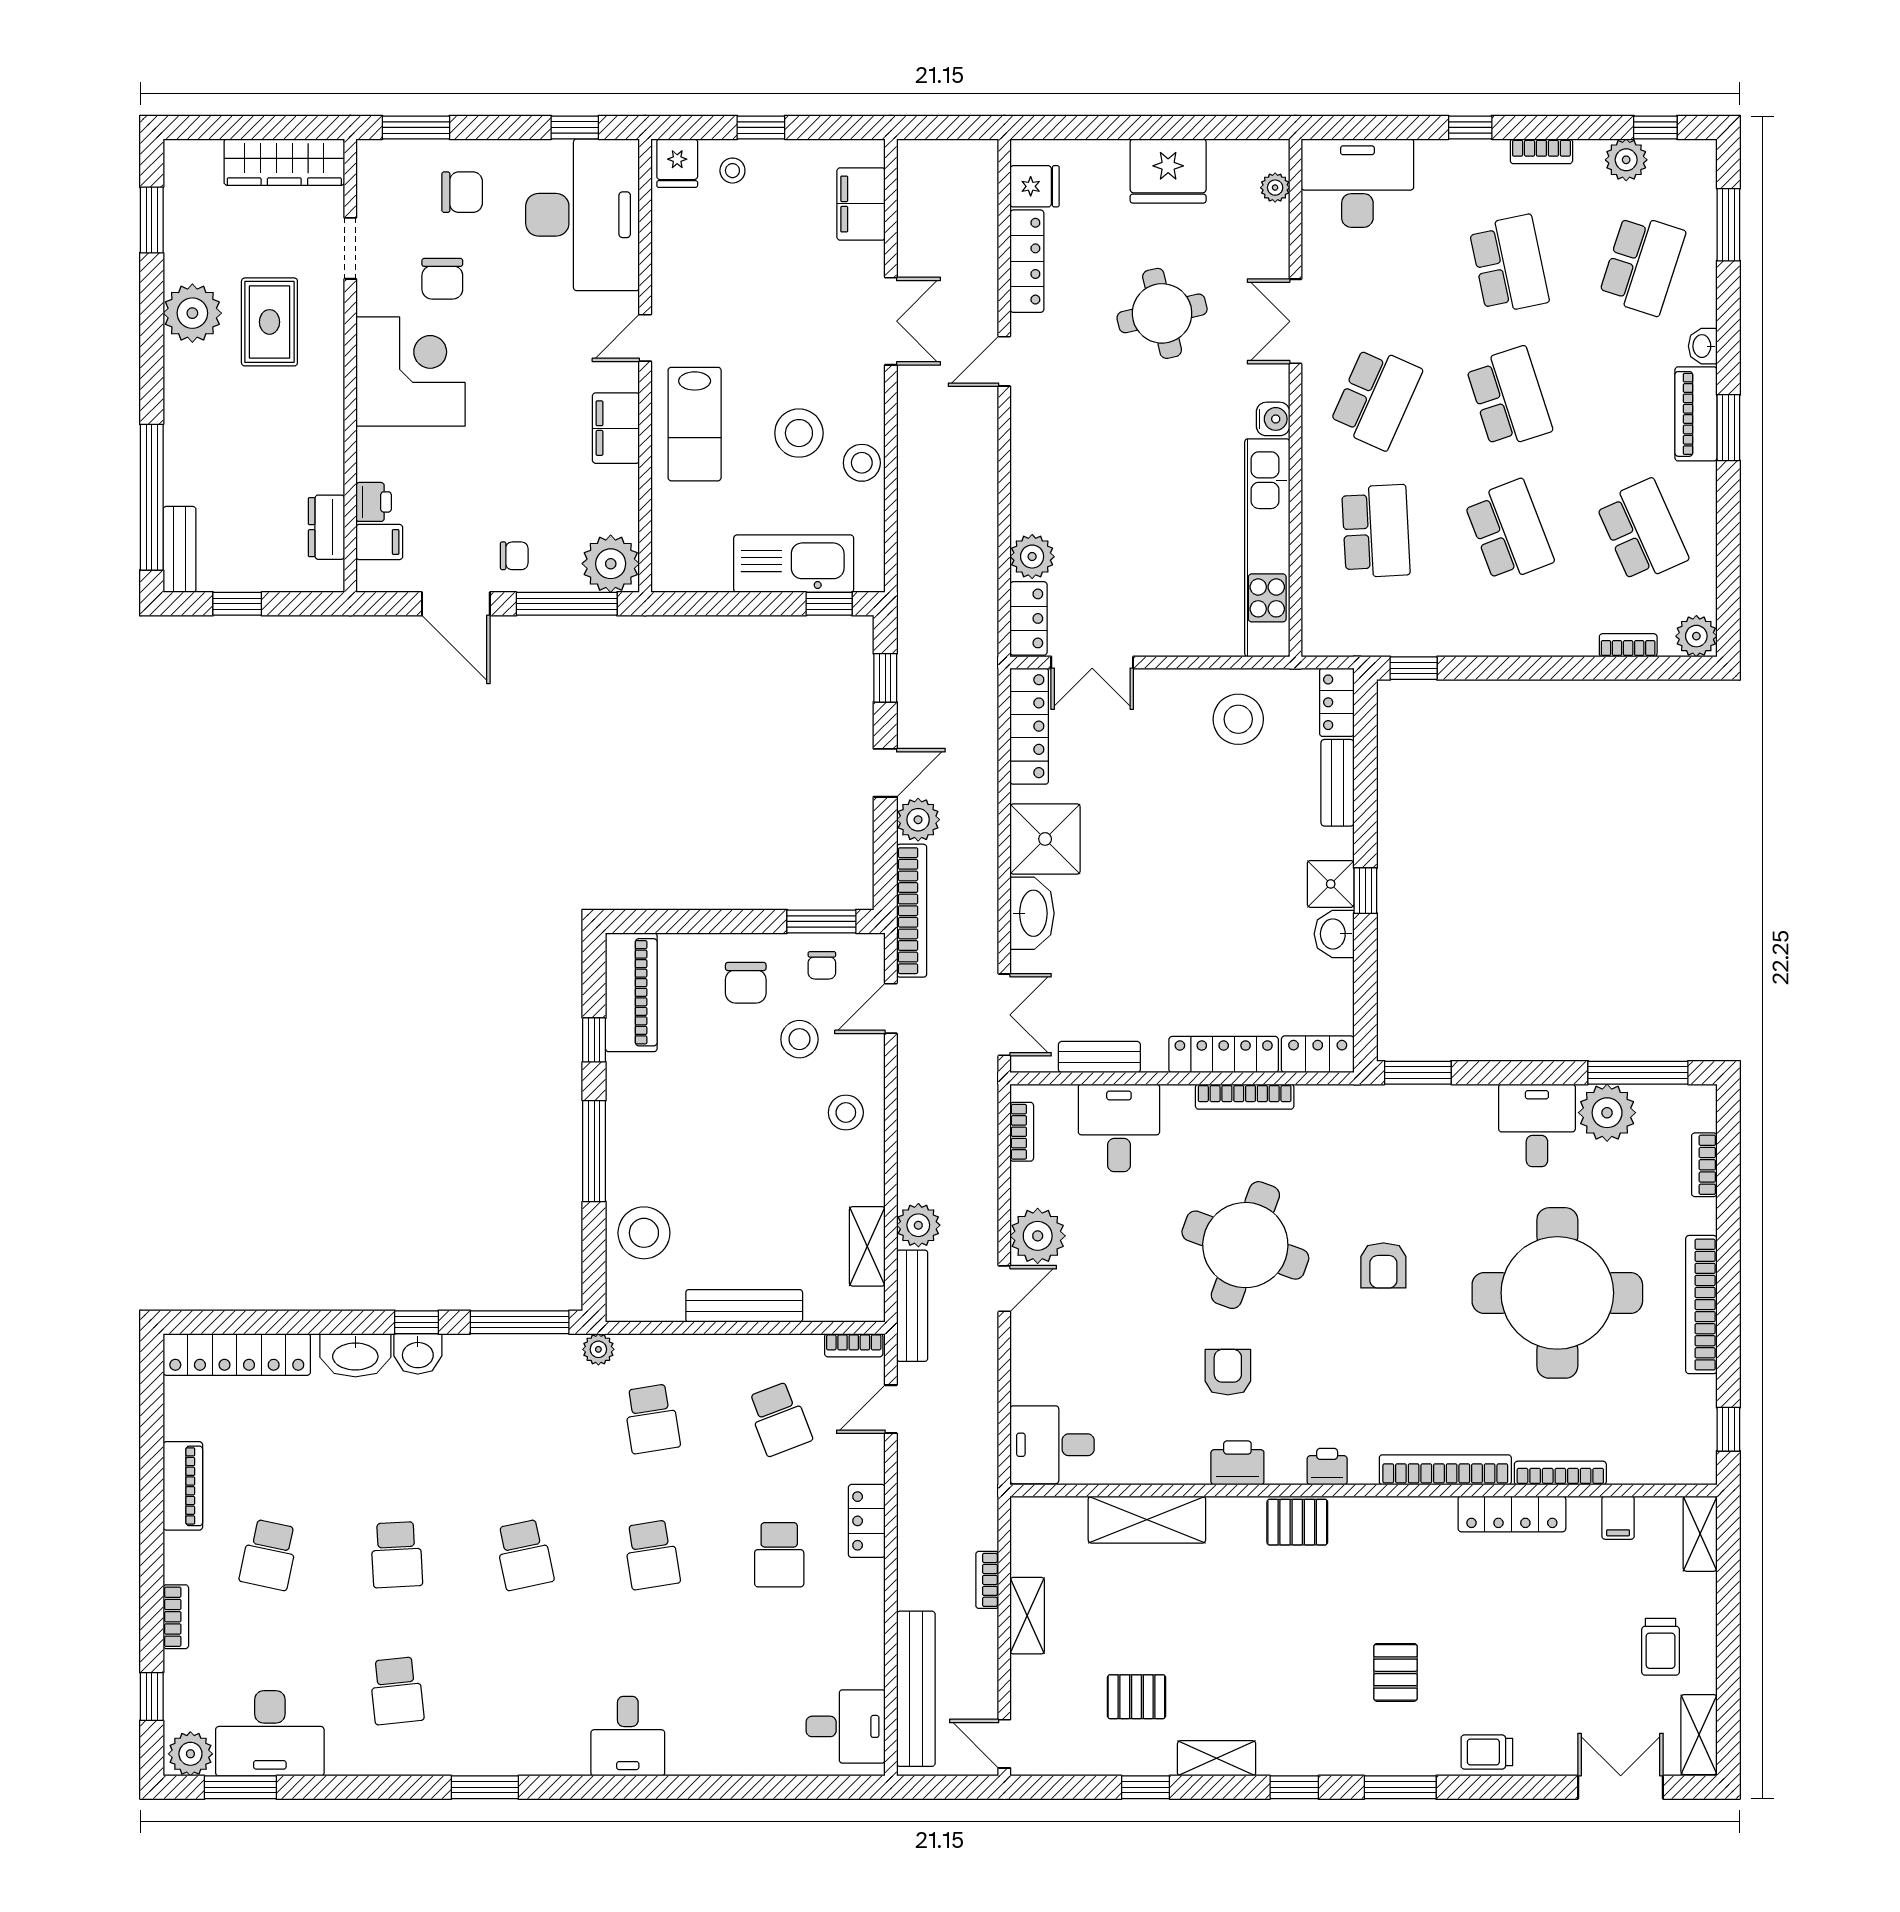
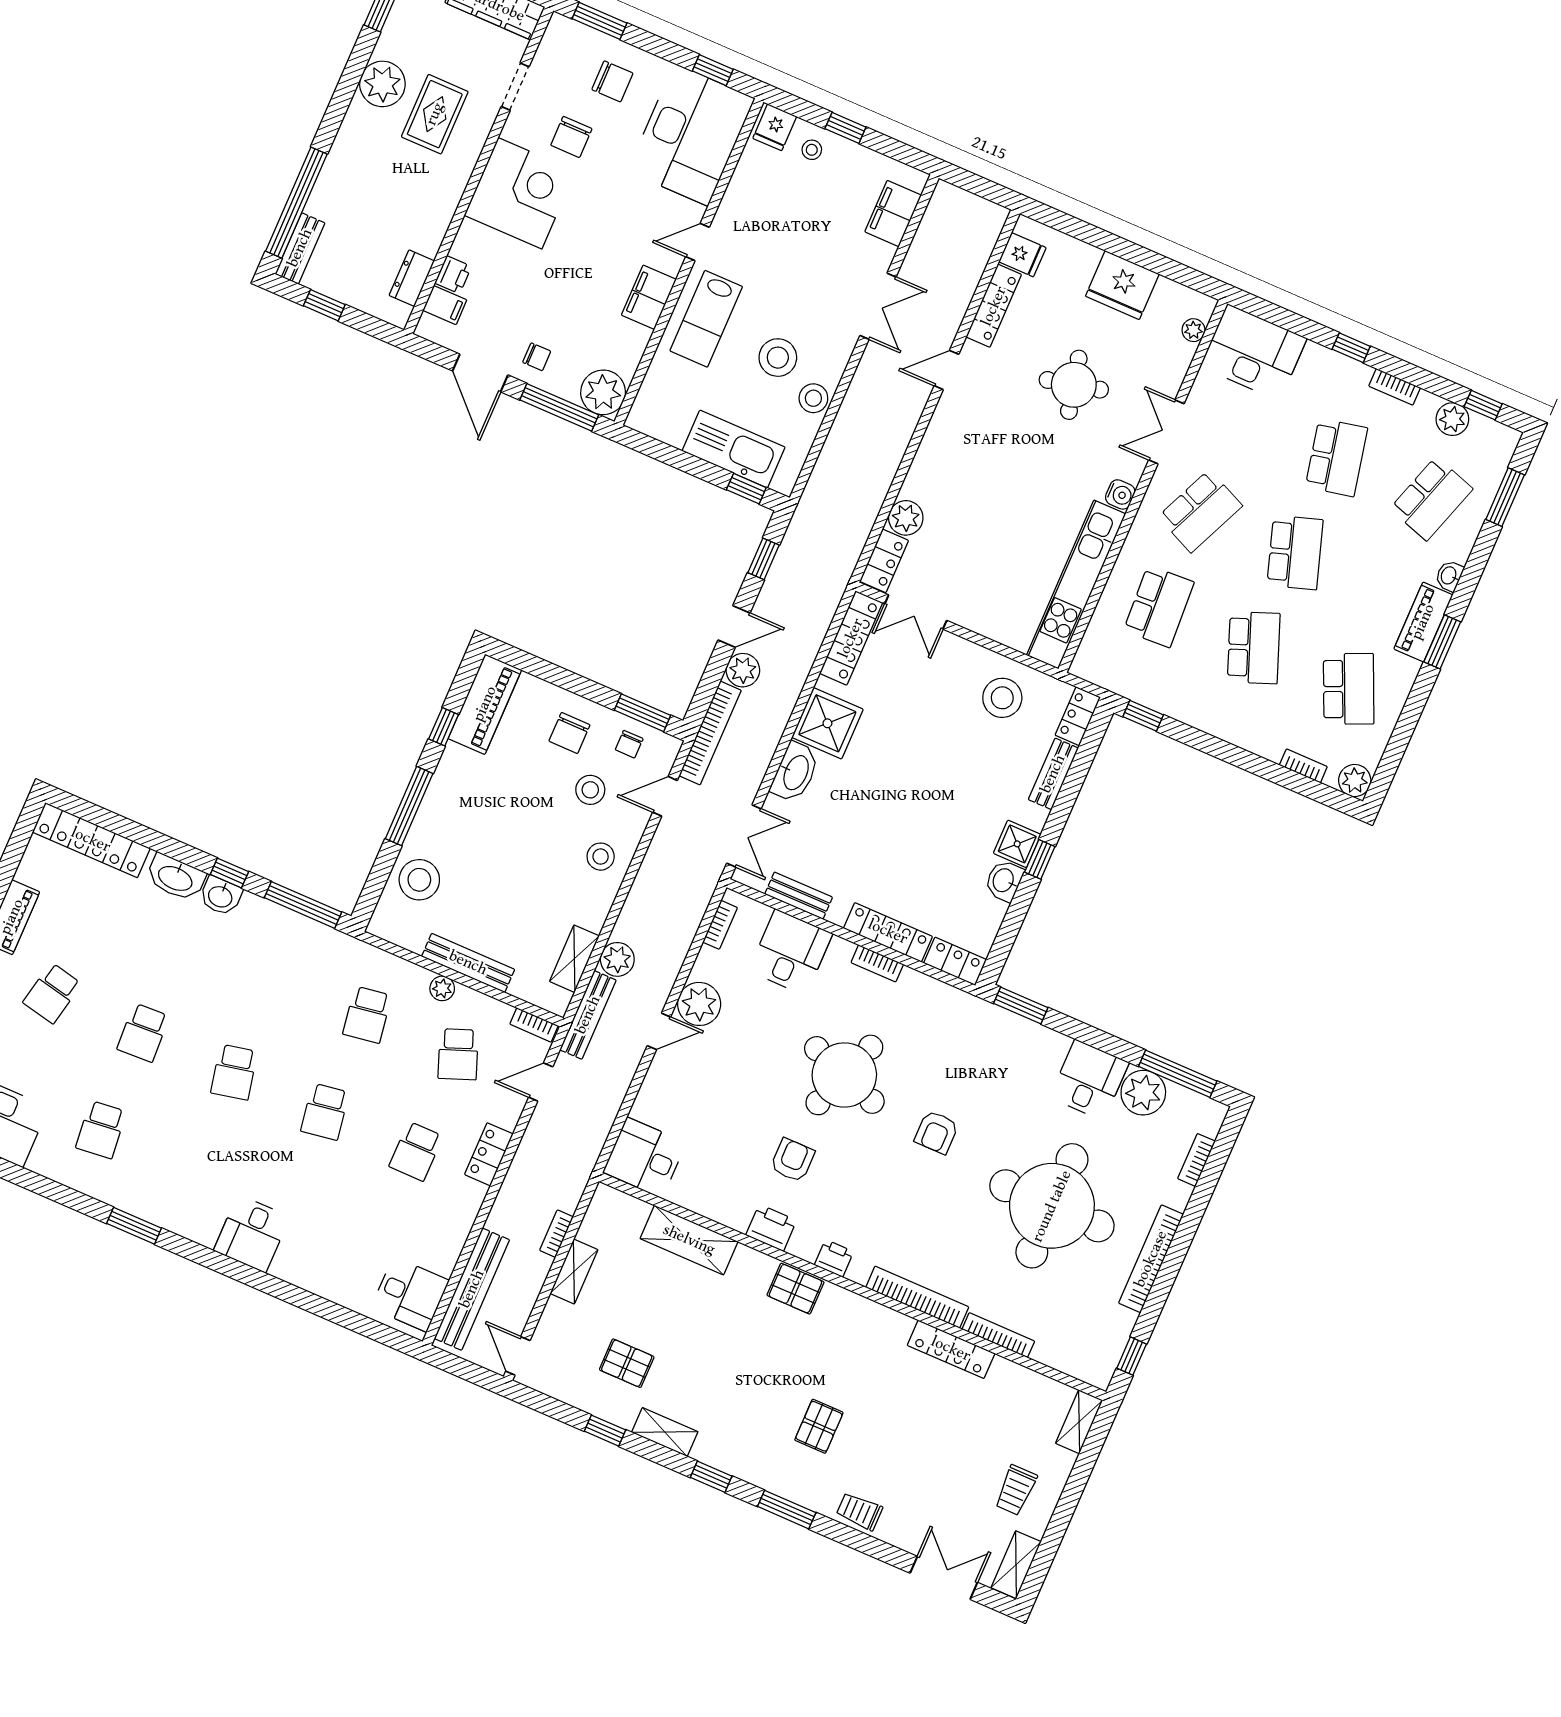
bookcase: (1245, 1097) -> (877, 963), width x0.64
plant: (598, 1349) -> (442, 988), moved
filing cabinet: (1618, 1518) -> (1026, 1385), removed

